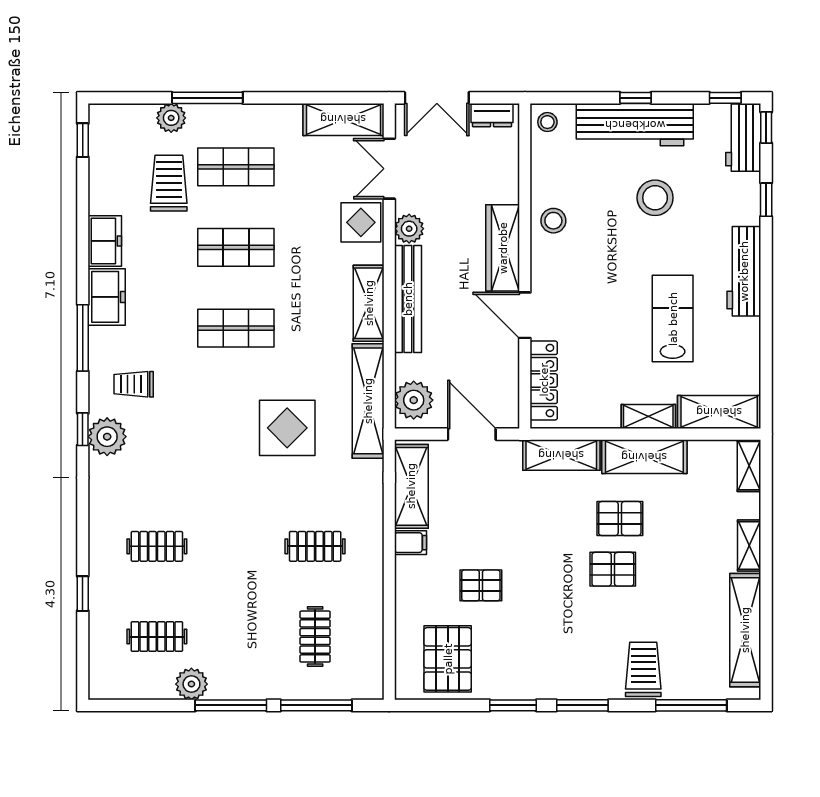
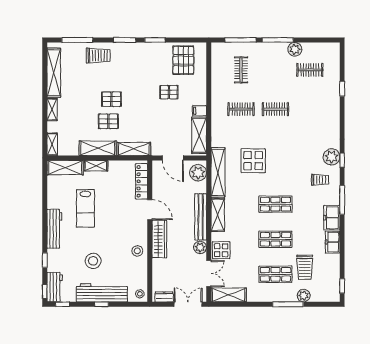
clothes rail: (157, 546) -> (275, 109), moved
trolley: (643, 669) -> (98, 56), turned -90

